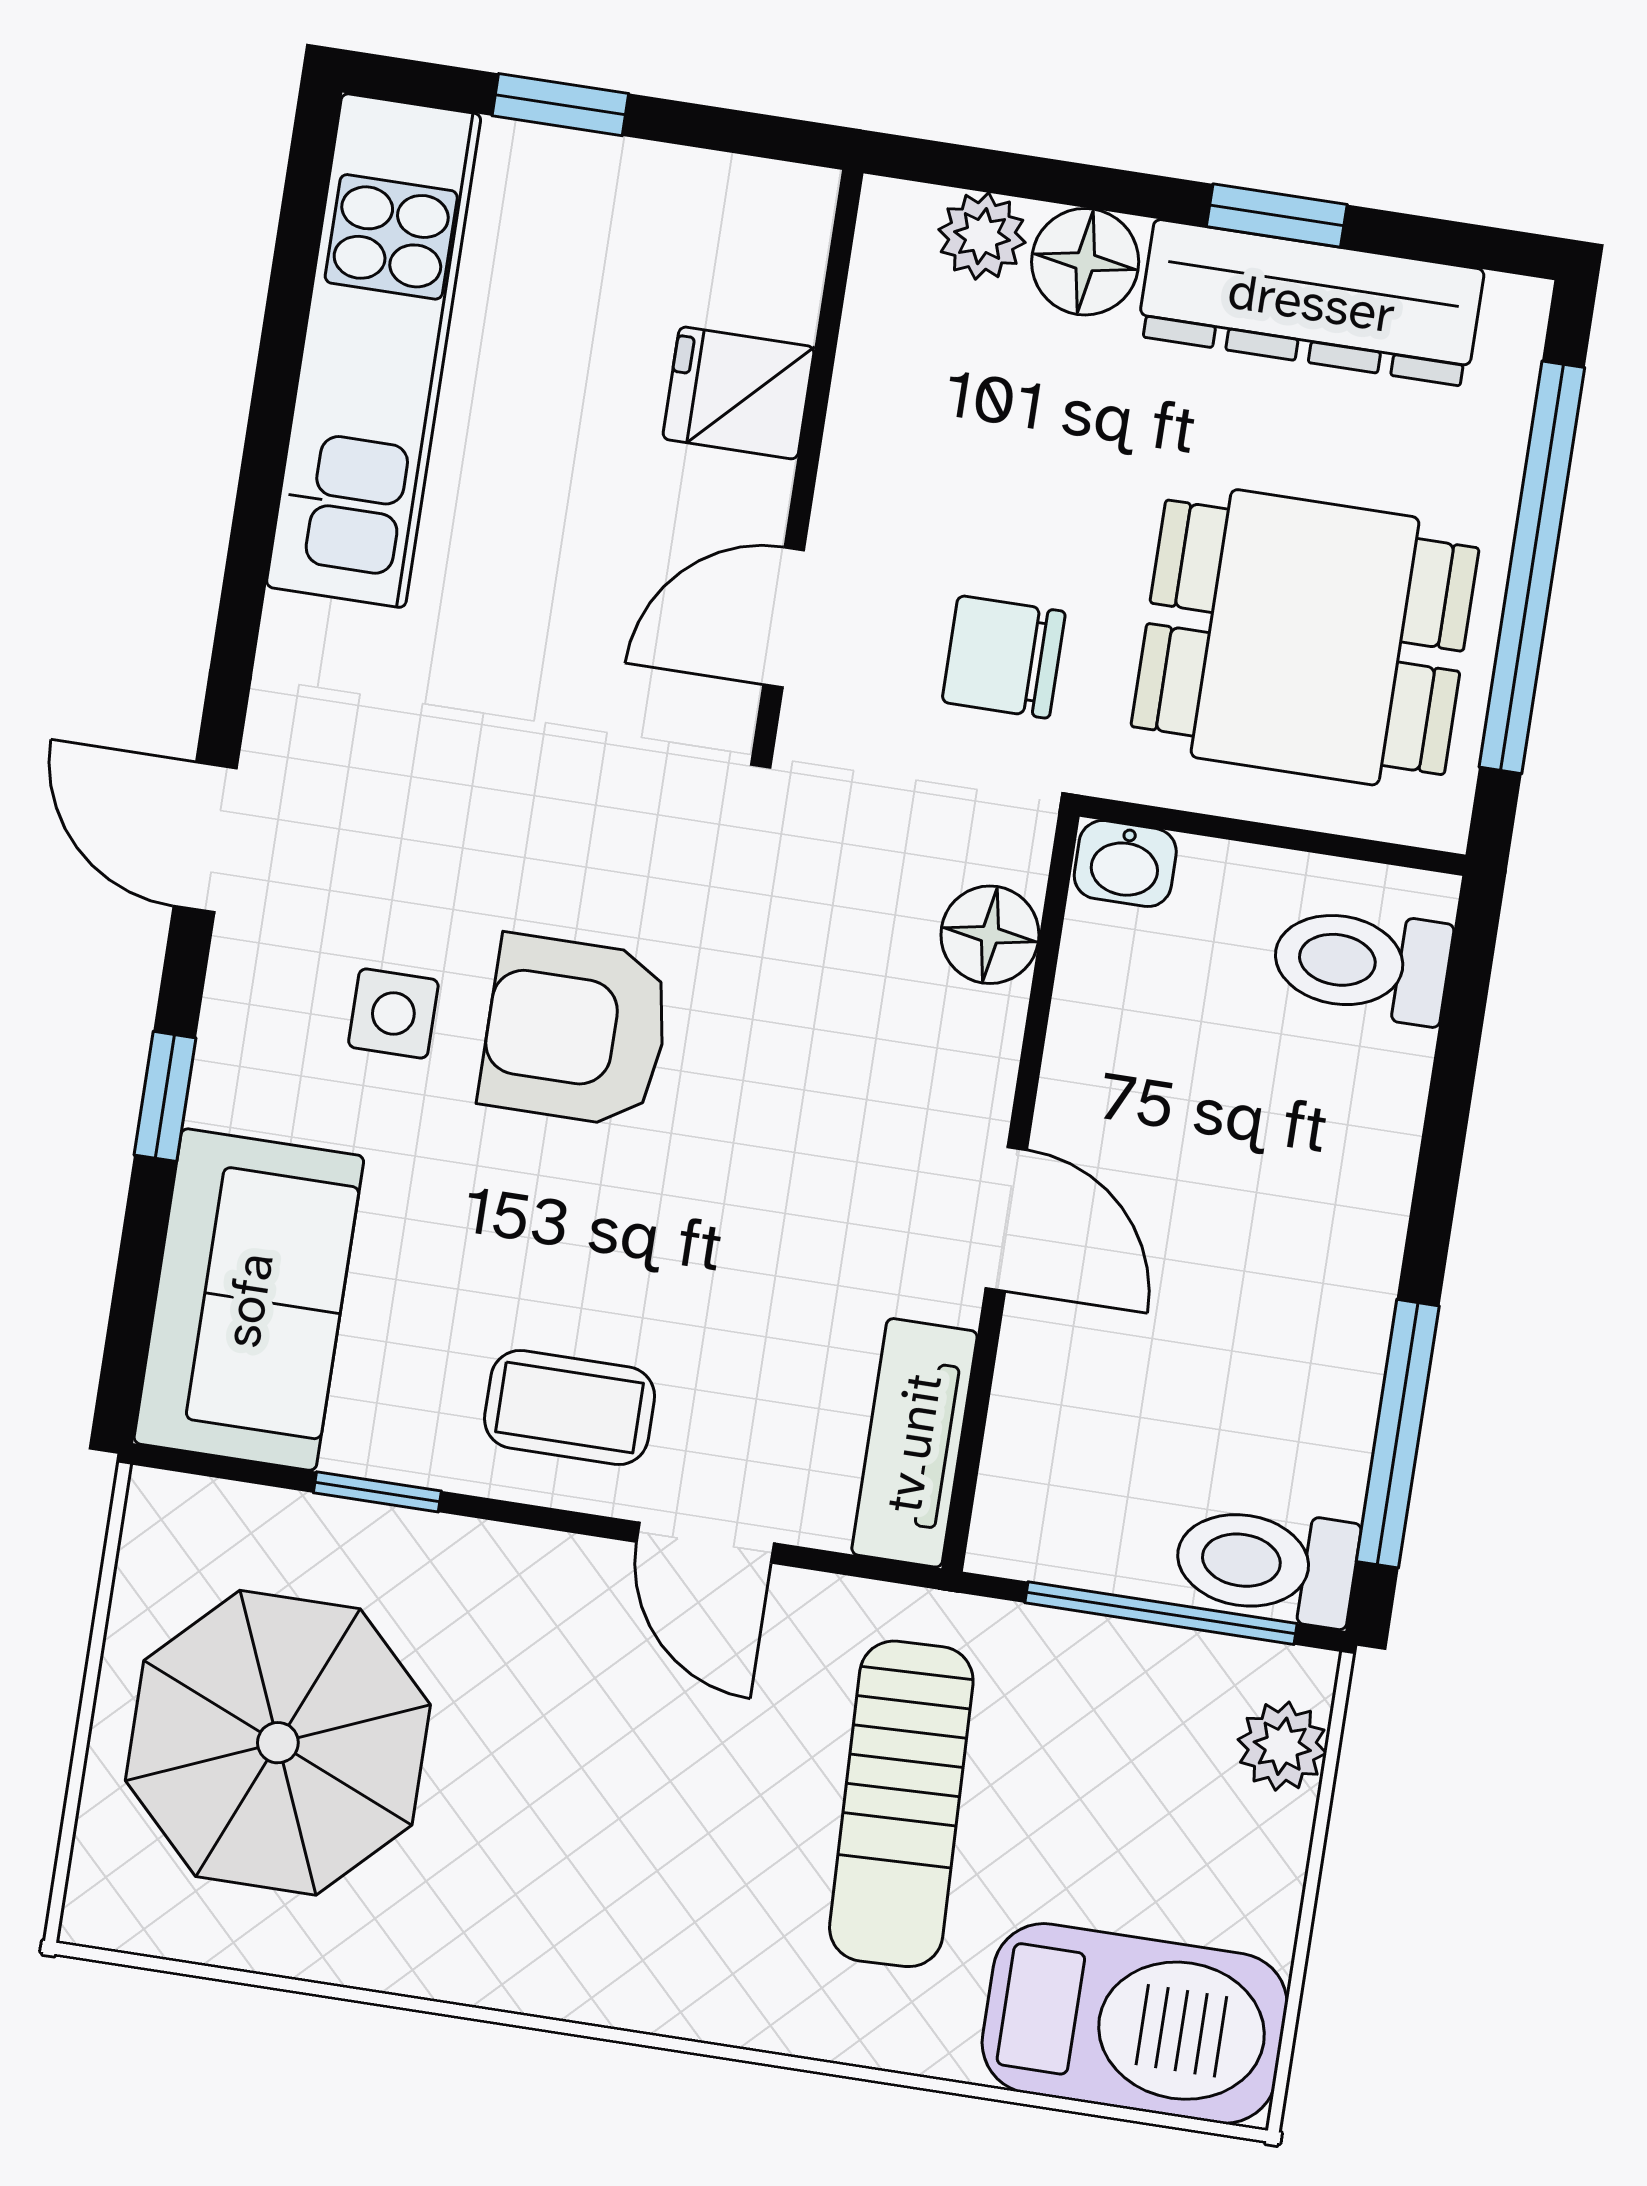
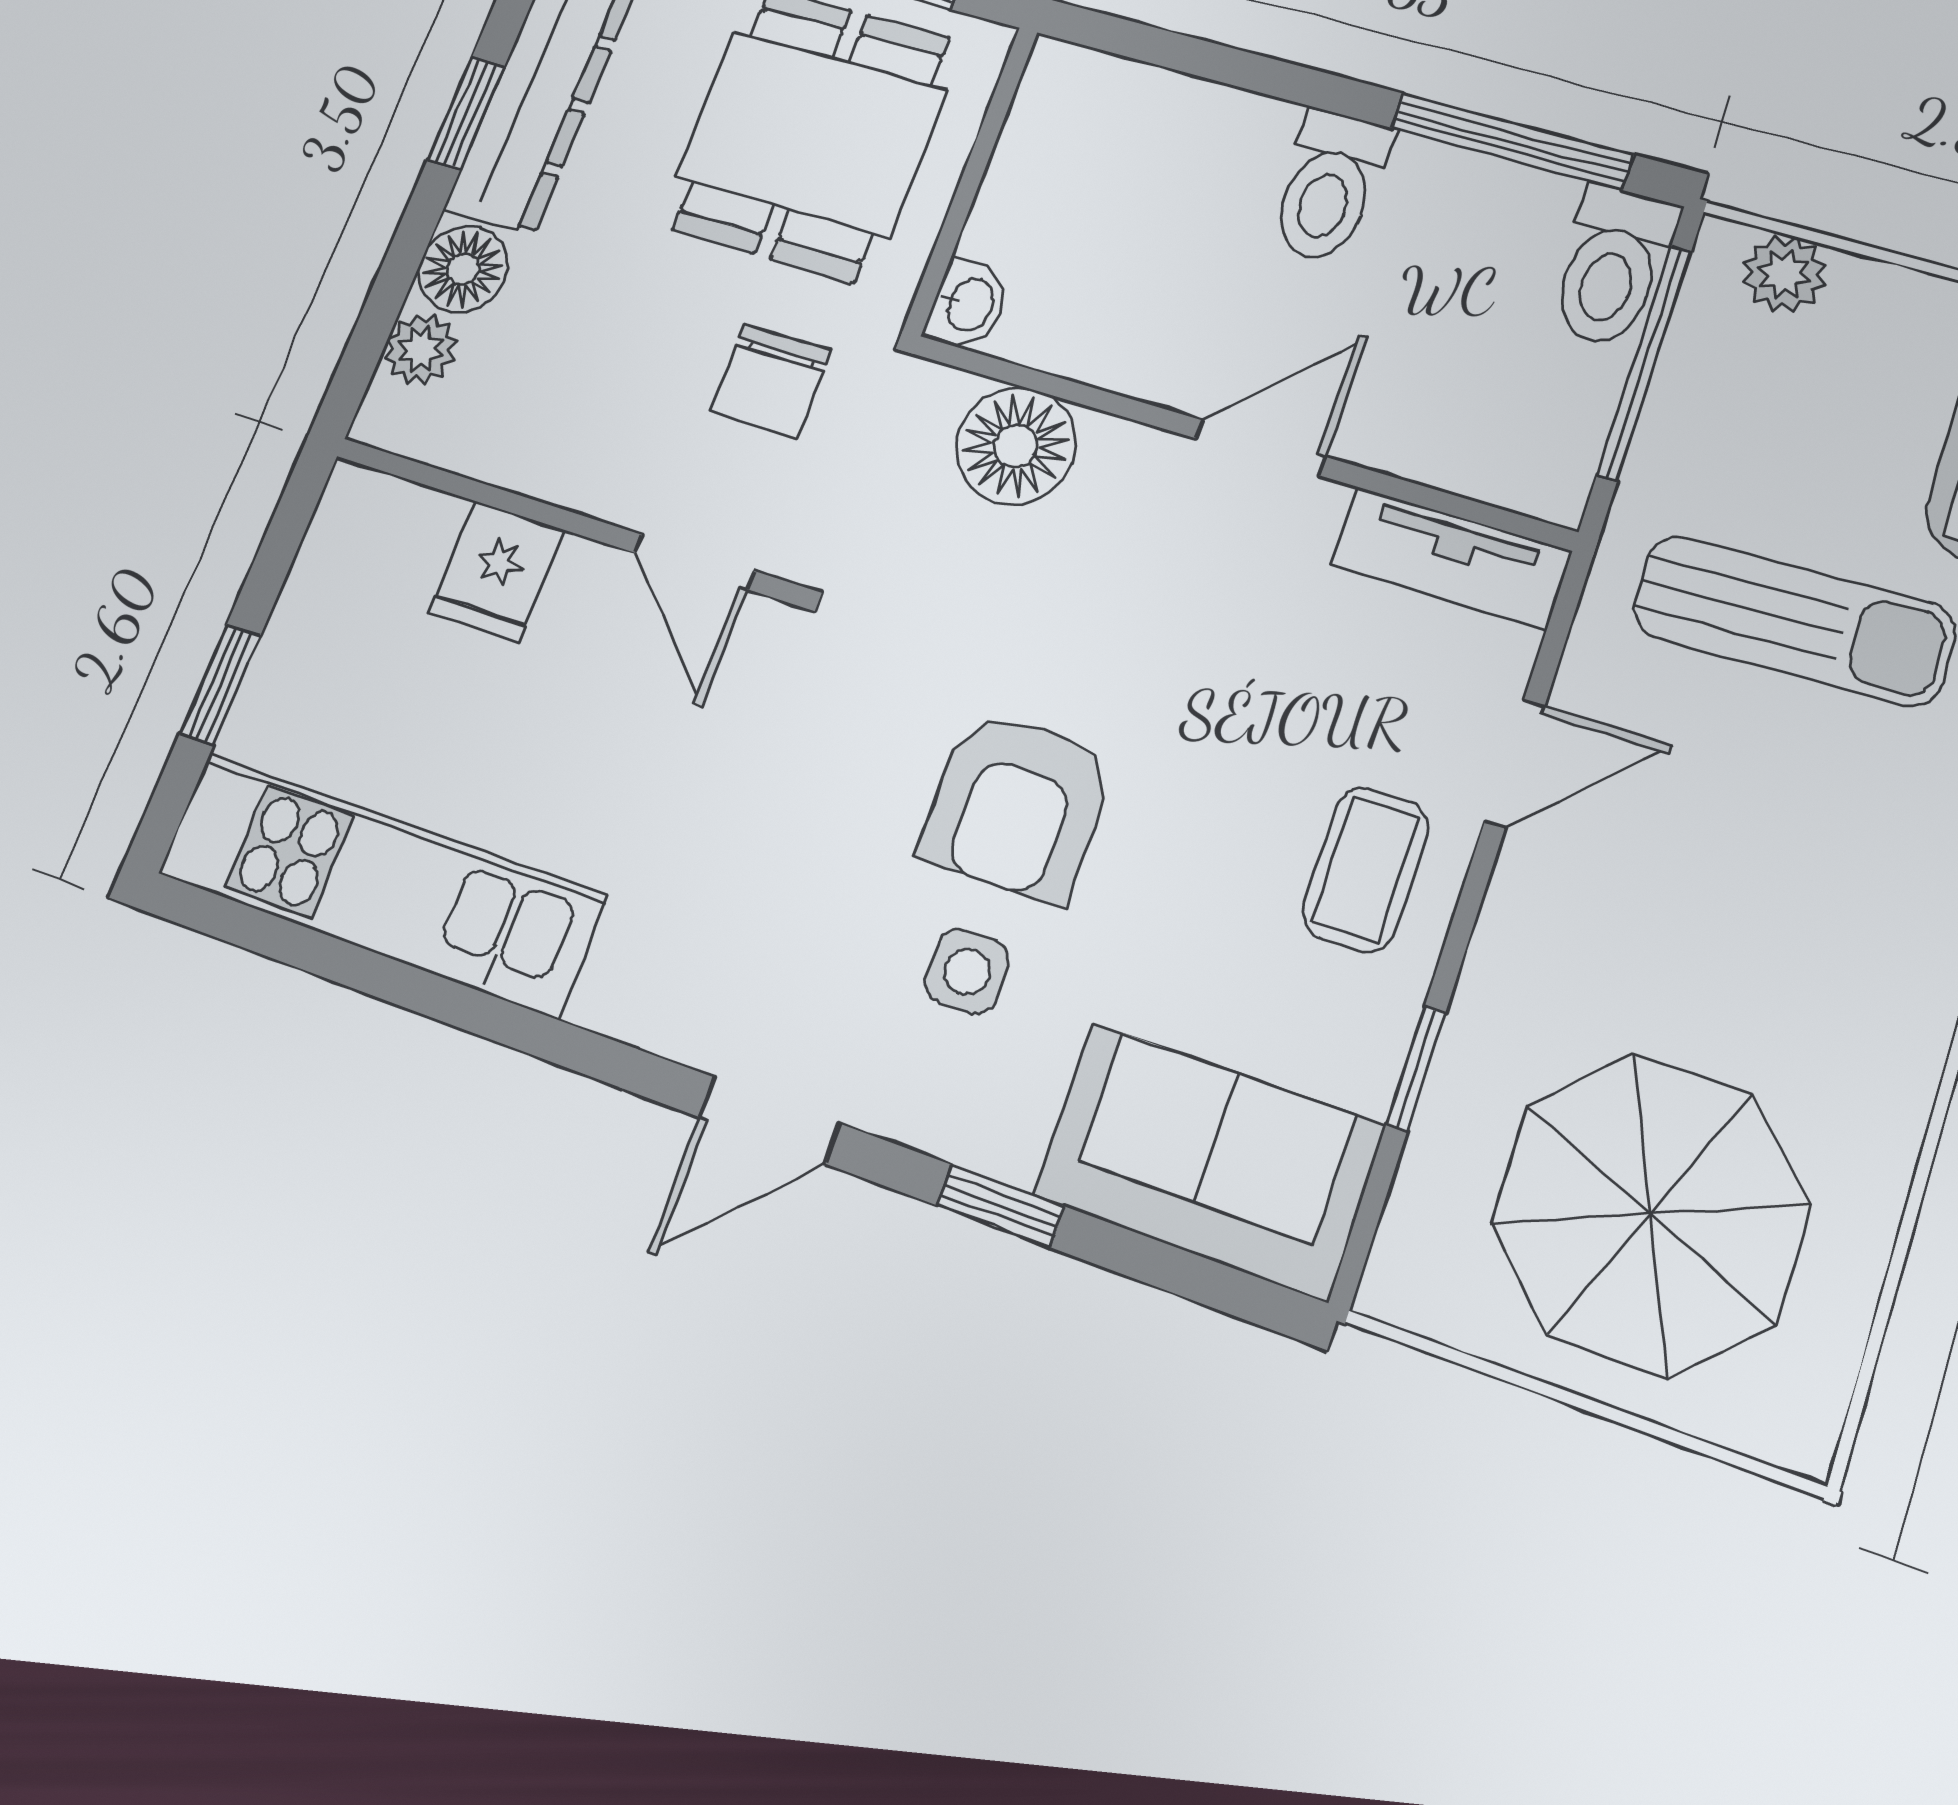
floor lamp: (990, 935) -> (1016, 446), width x1.38, depth x1.38
toilet: (1361, 963) -> (1329, 186), moved

